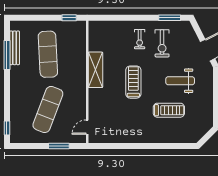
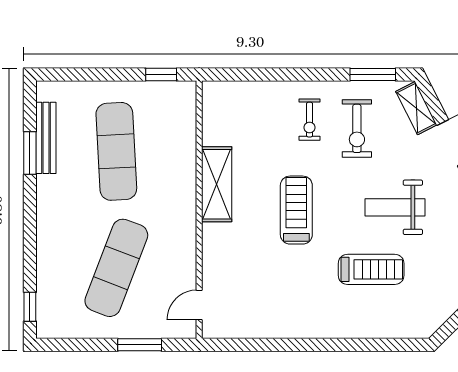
shelving: (190, 34) -> (416, 108), added
window: (7, 55) -> (30, 153), width x0.69

